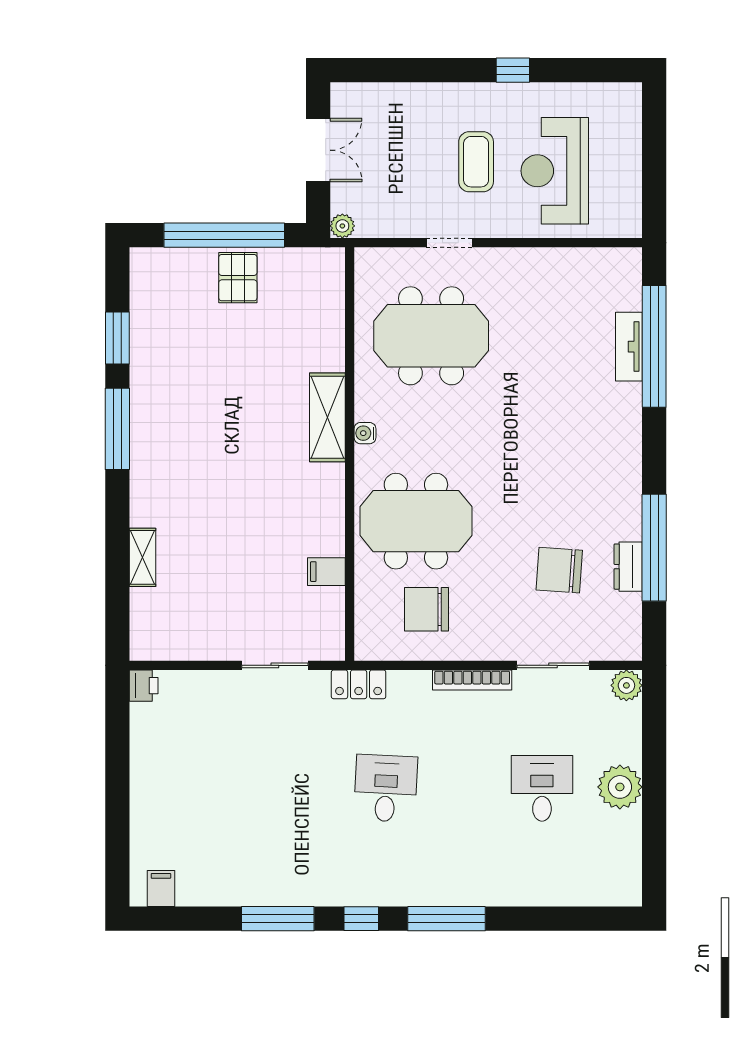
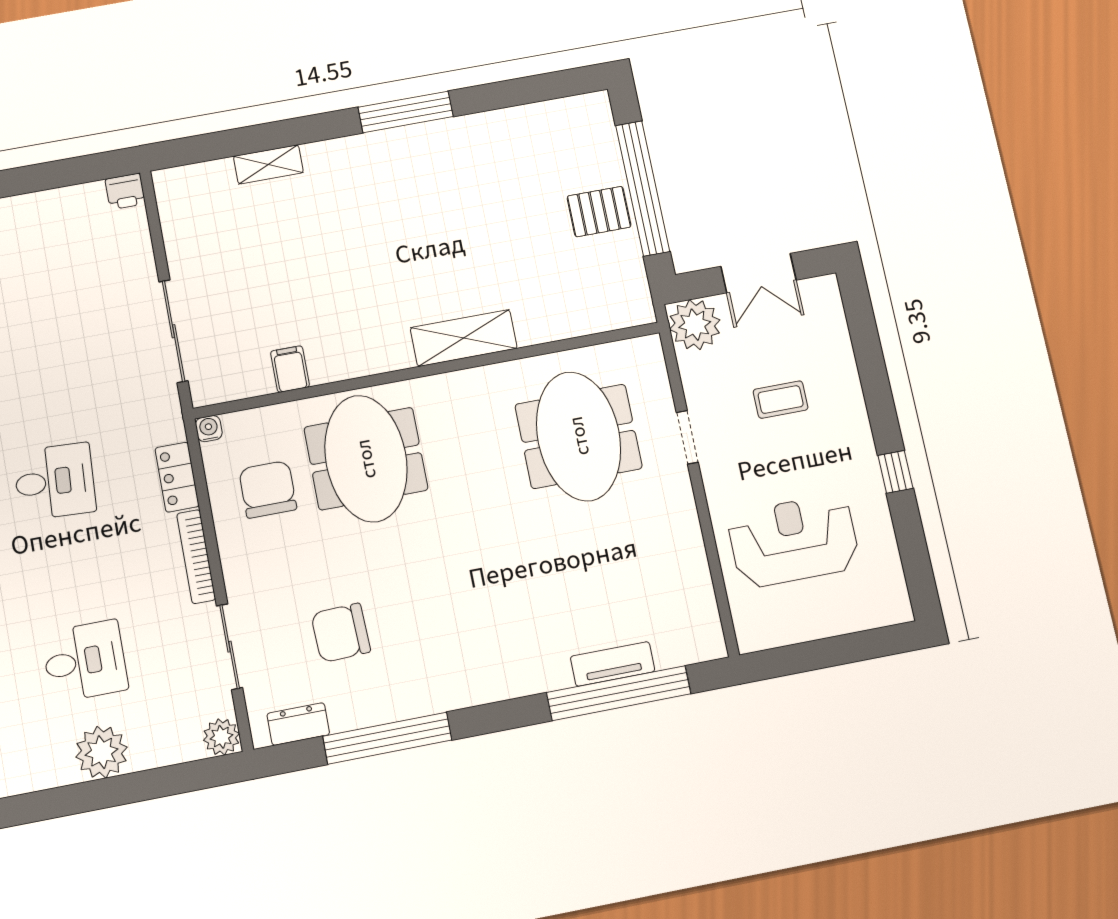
coffee table: (476, 162) -> (781, 400), moved, width x0.73, depth x0.77
plant: (342, 226) -> (695, 325), width x1.87, depth x1.87
window: (117, 338) -> (506, 94), removed
water cooler: (365, 433) -> (209, 429), moved
dresser: (628, 567) -> (298, 724), moved
chair: (559, 570) -> (341, 633), turned -96
sliding door: (275, 665) -> (173, 331), width x1.37
locker: (359, 684) -> (177, 477), moved

